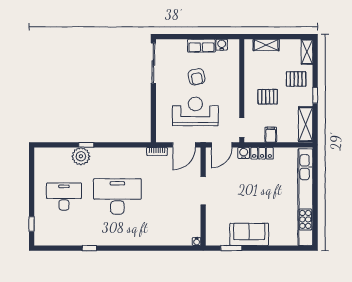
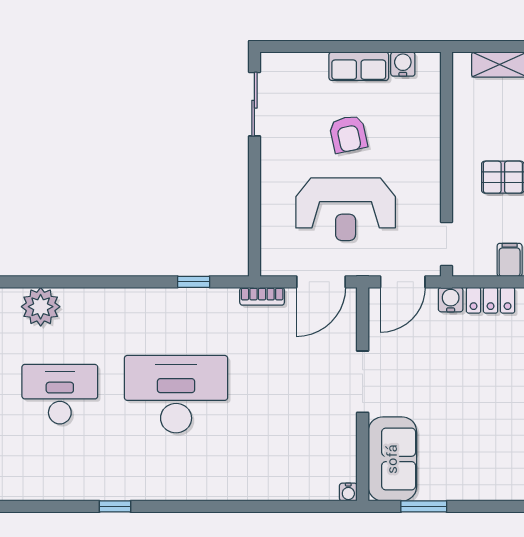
sliding door: (153, 63) -> (254, 104), width x0.73
reception desk: (195, 111) -> (346, 209), turned 180
window: (86, 145) -> (194, 282), moved
plant: (81, 156) -> (41, 307), moved
sofa: (249, 234) -> (392, 459), moved, turned 90

